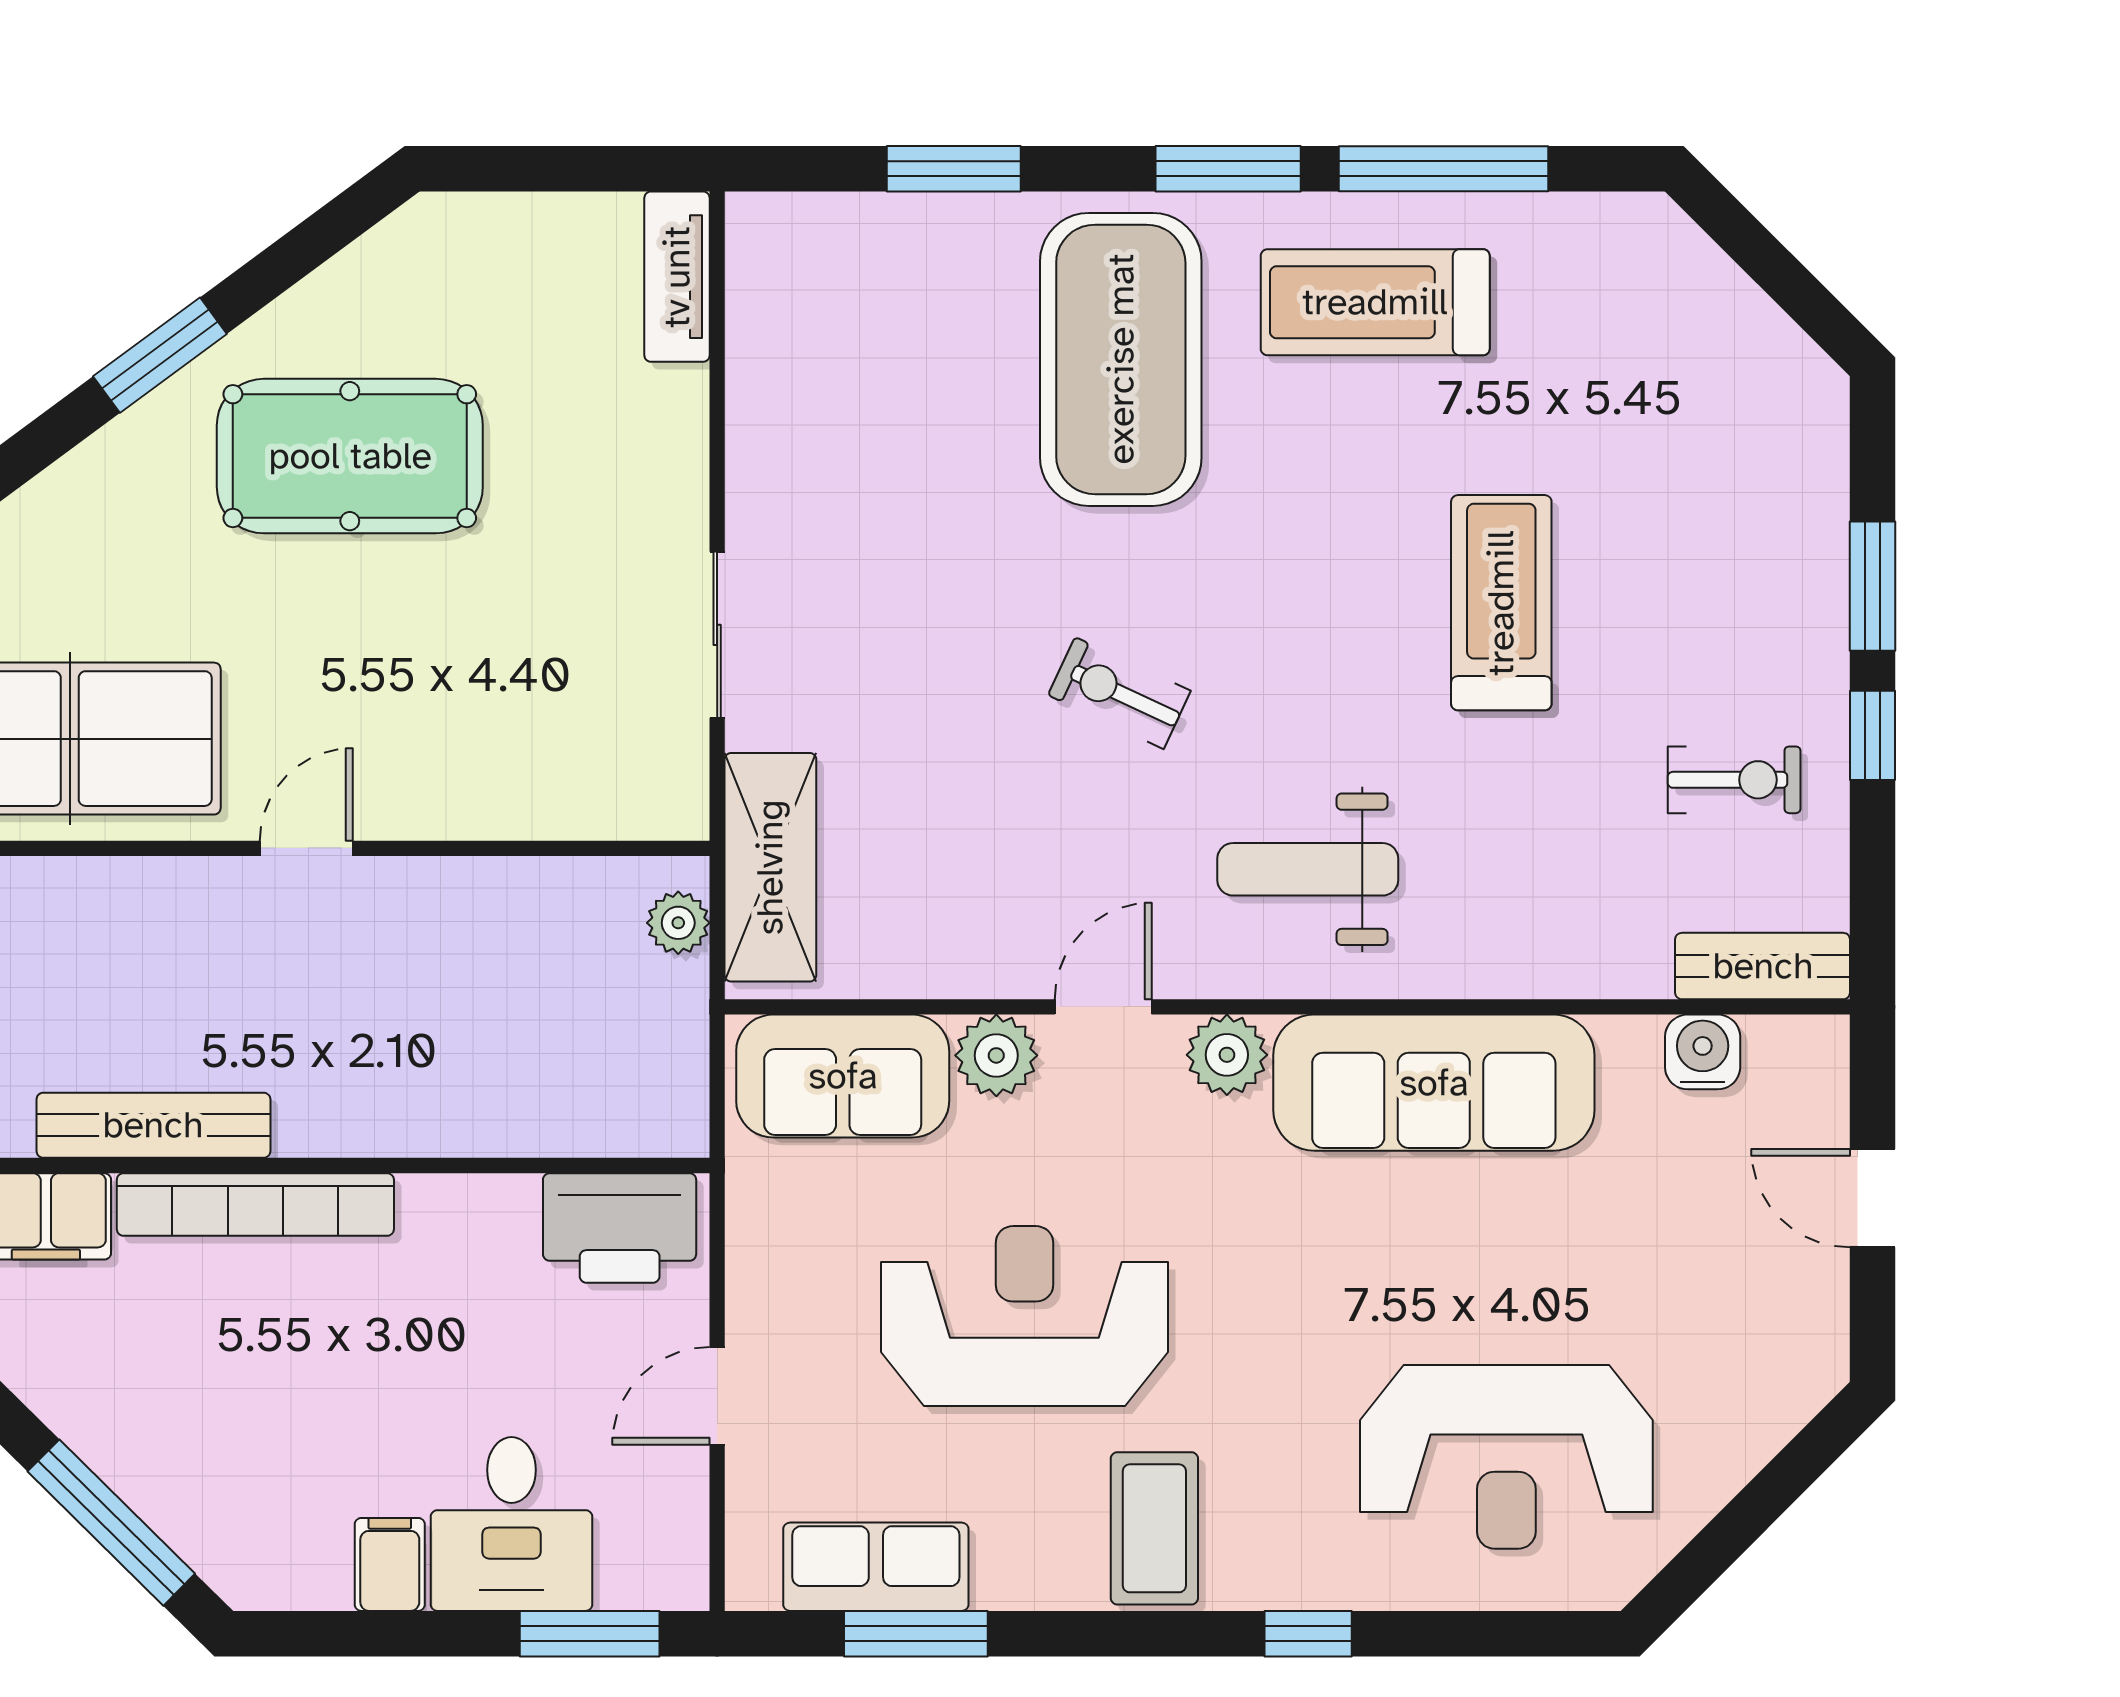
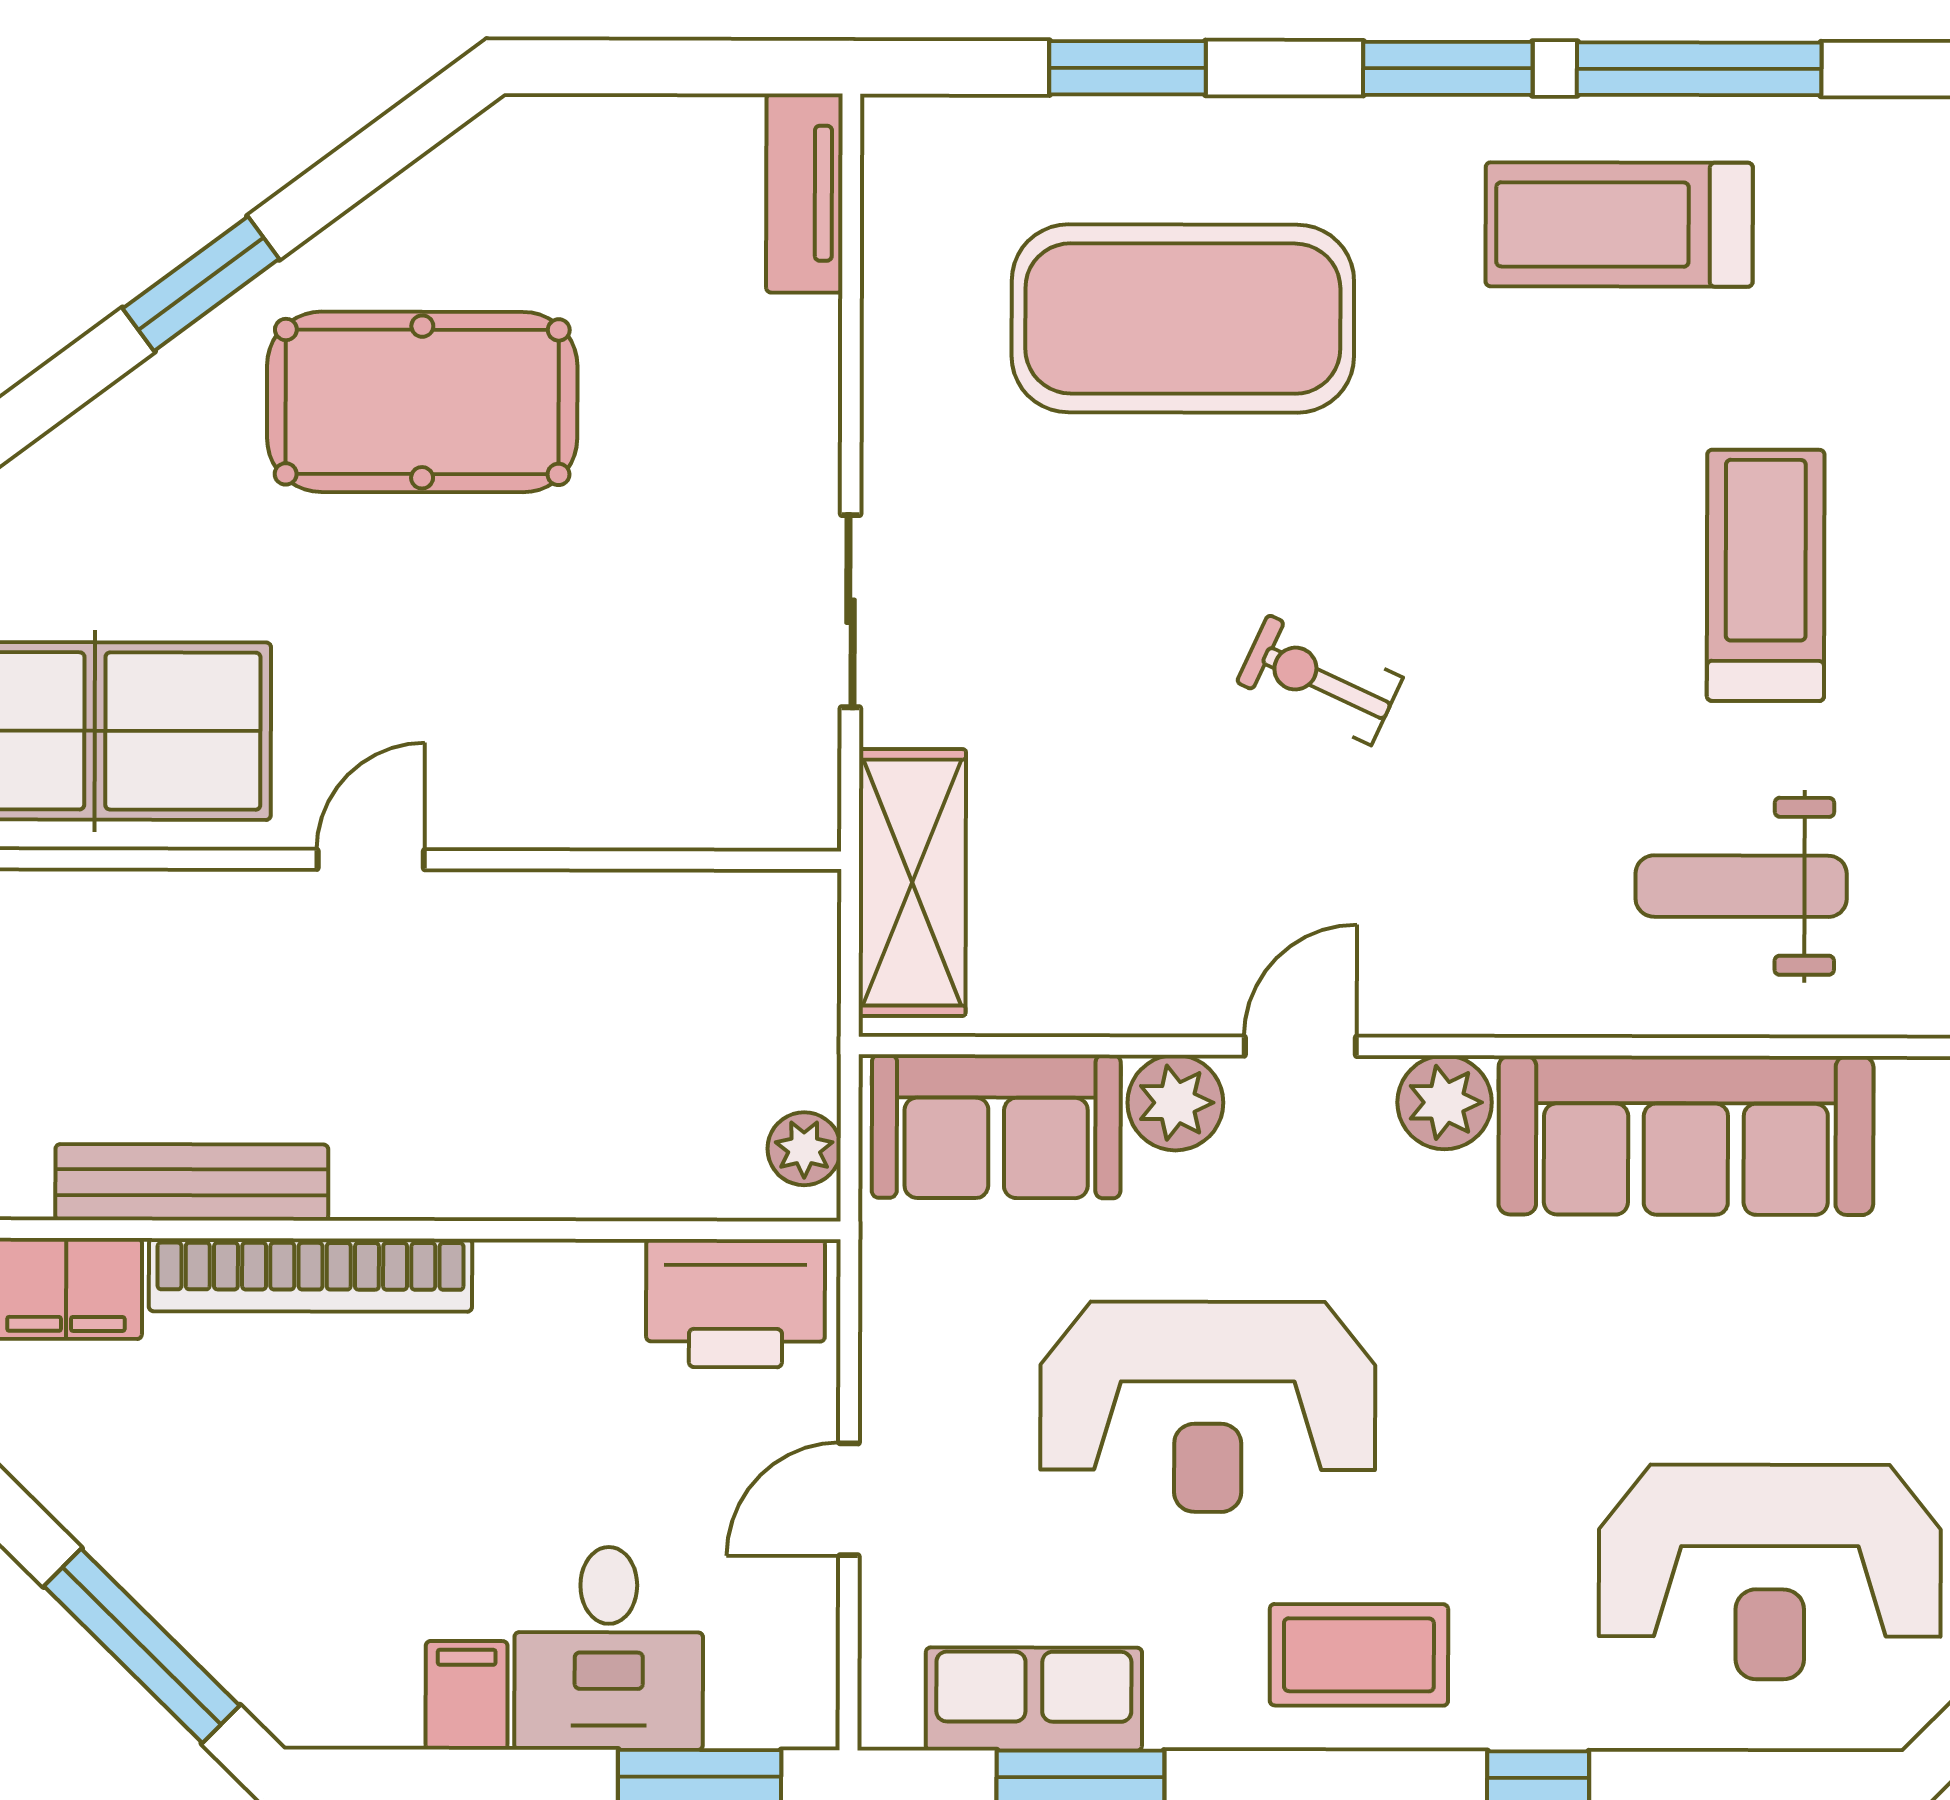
exercise mat: (1121, 359) -> (1183, 319), moved, turned 90
weight bench: (1308, 869) -> (1741, 886), moved
plant: (678, 923) -> (804, 1149), moved
reception desk: (1024, 1316) -> (1208, 1407), turned 180
coffee table: (1154, 1528) -> (1359, 1655), turned 90

